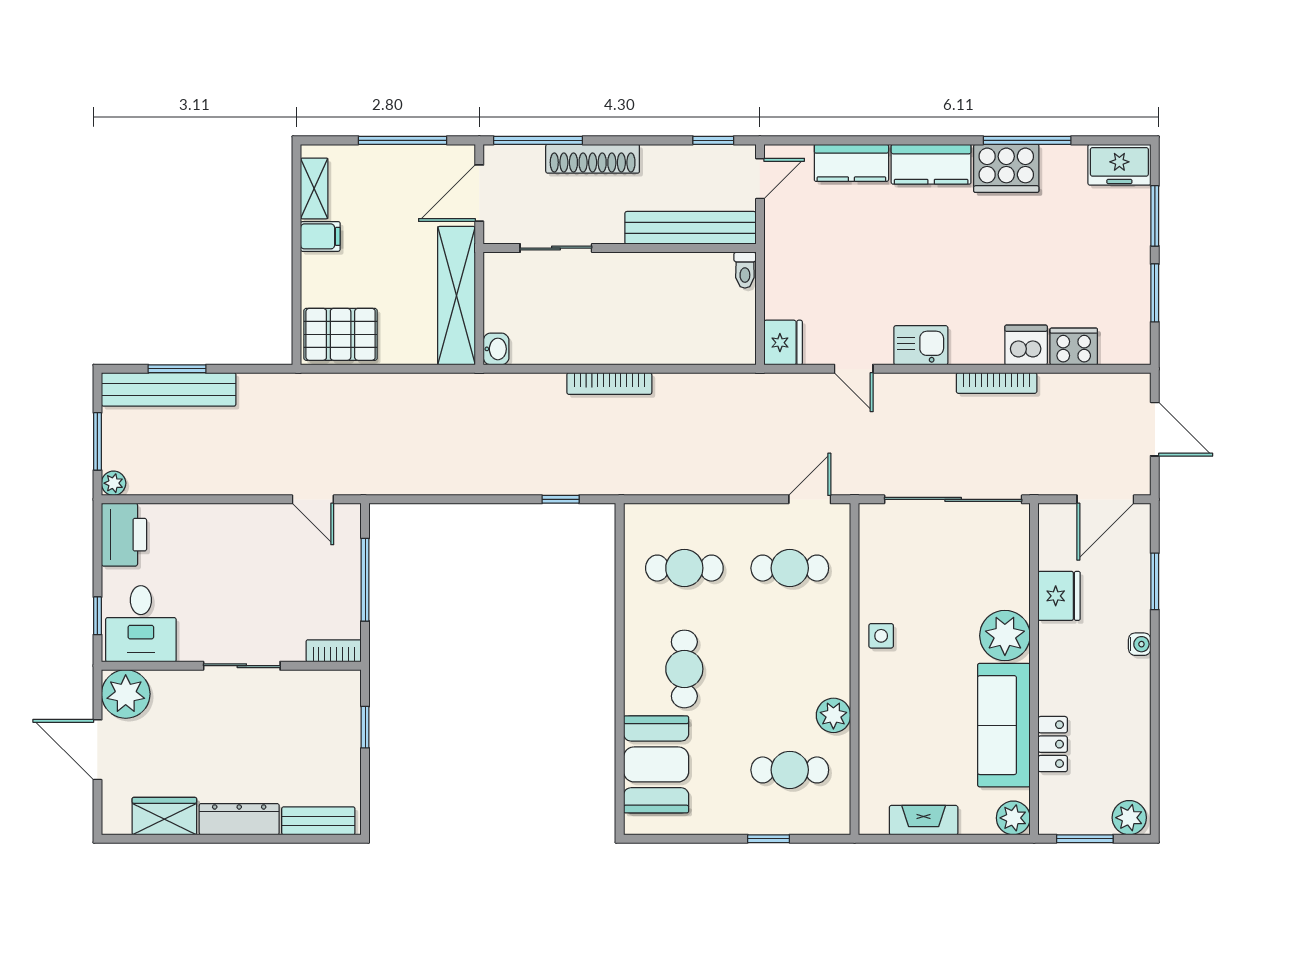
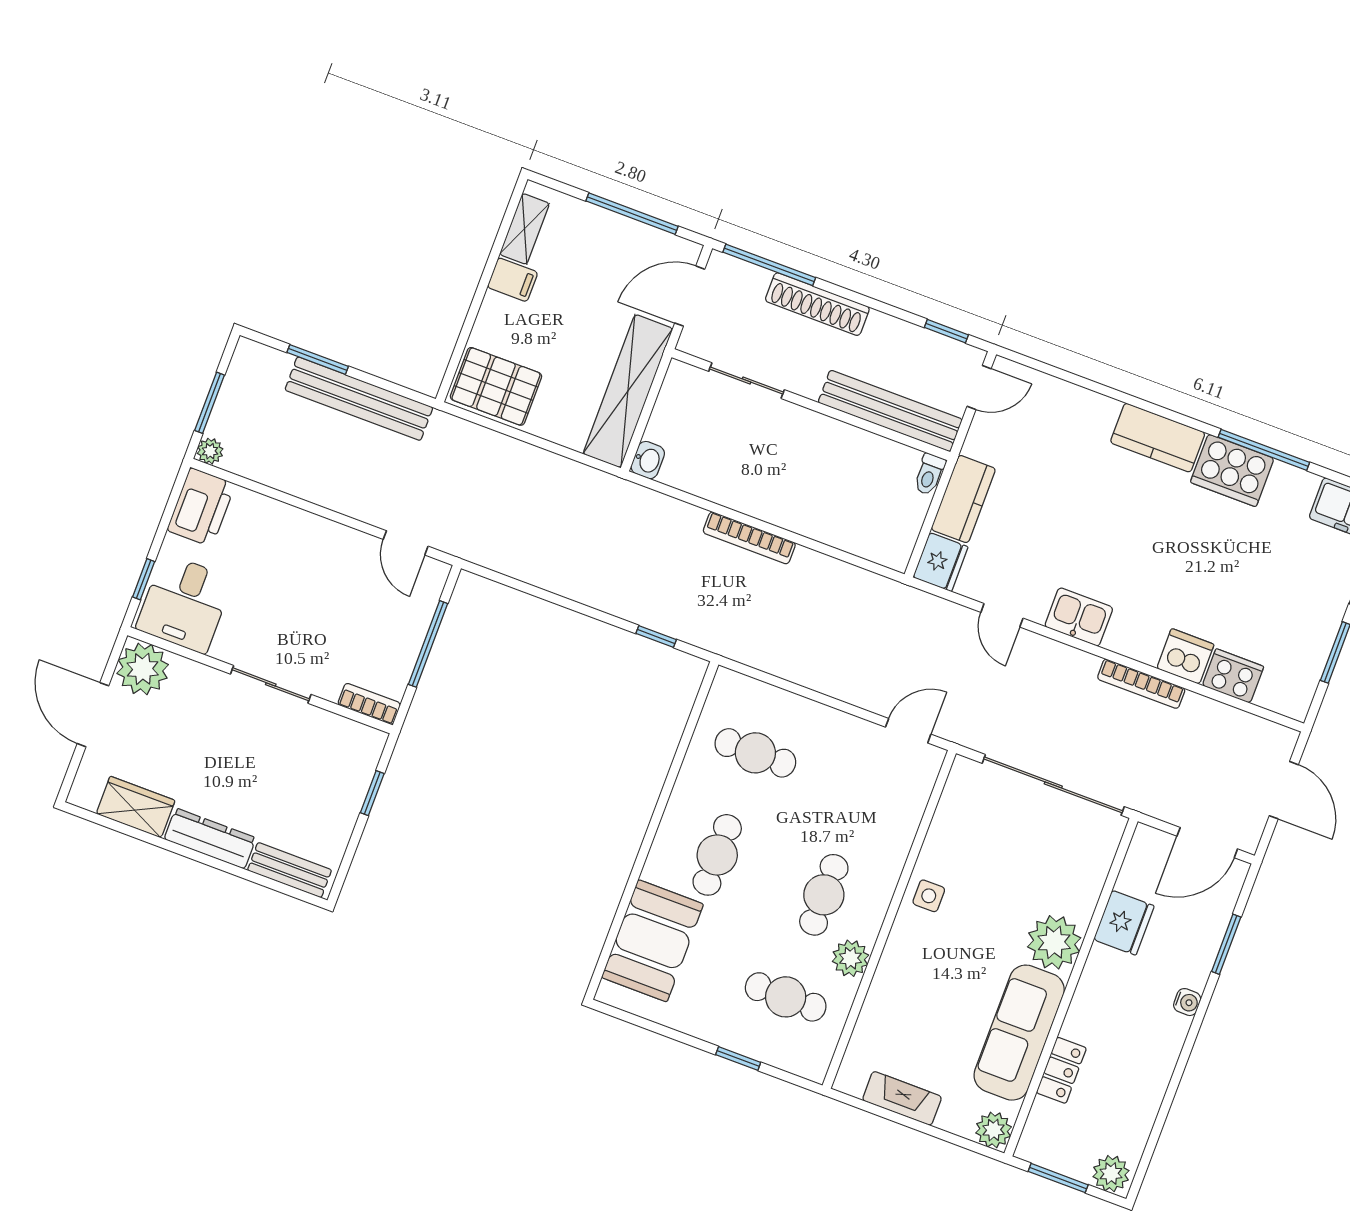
kitchen counter: (851, 163) -> (963, 499), moved, turned -90
bench: (169, 389) -> (359, 399), moved
cafe table: (790, 568) -> (824, 895), moved, turned 90

